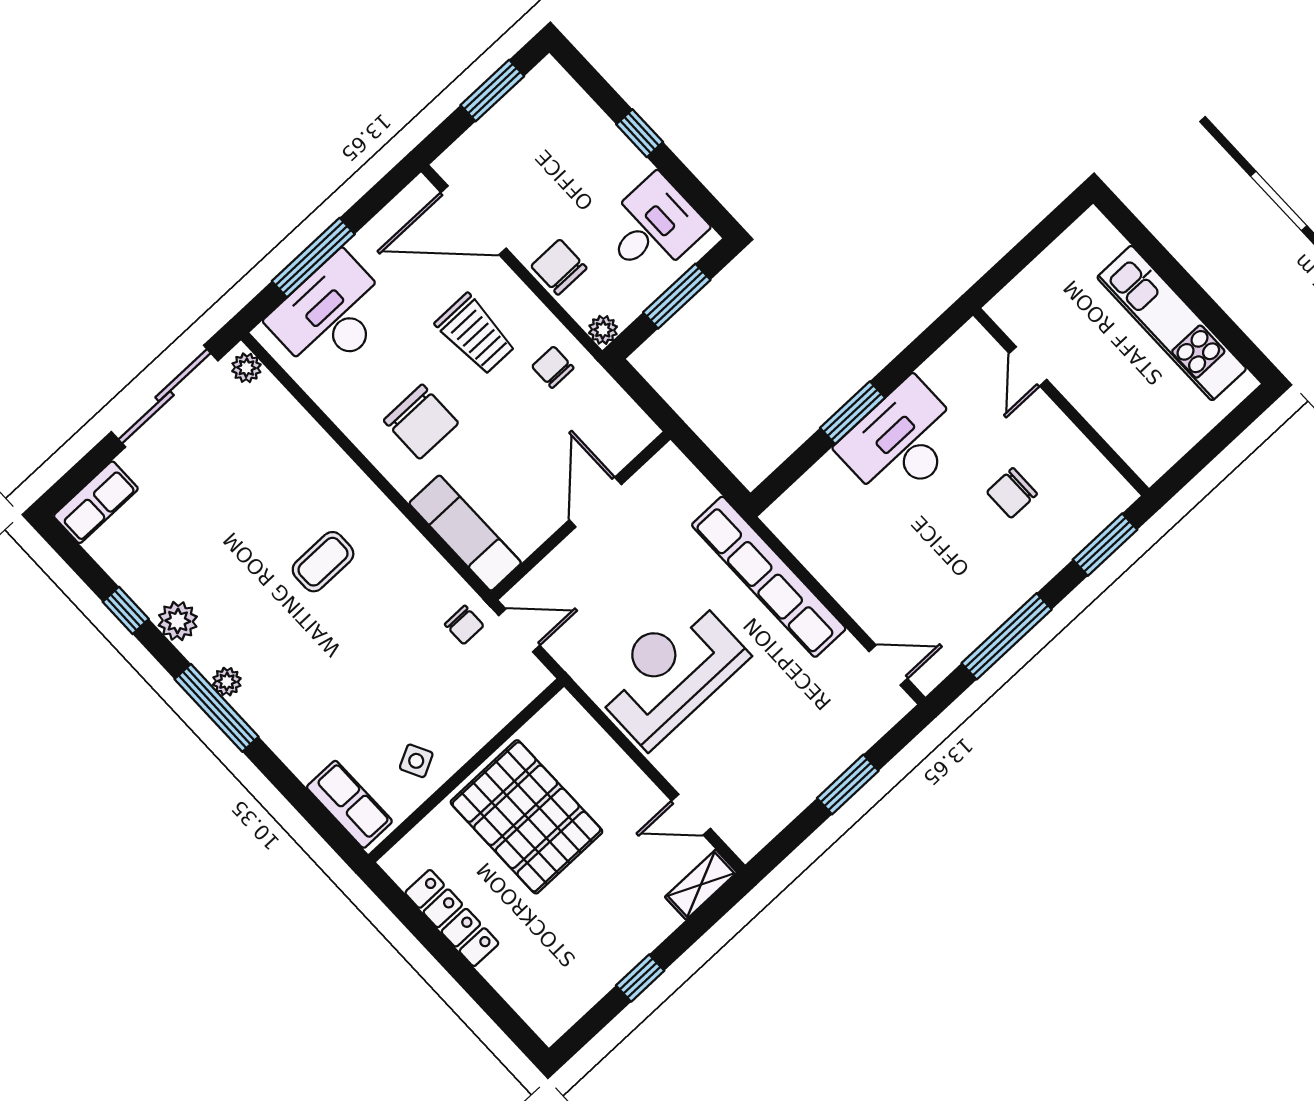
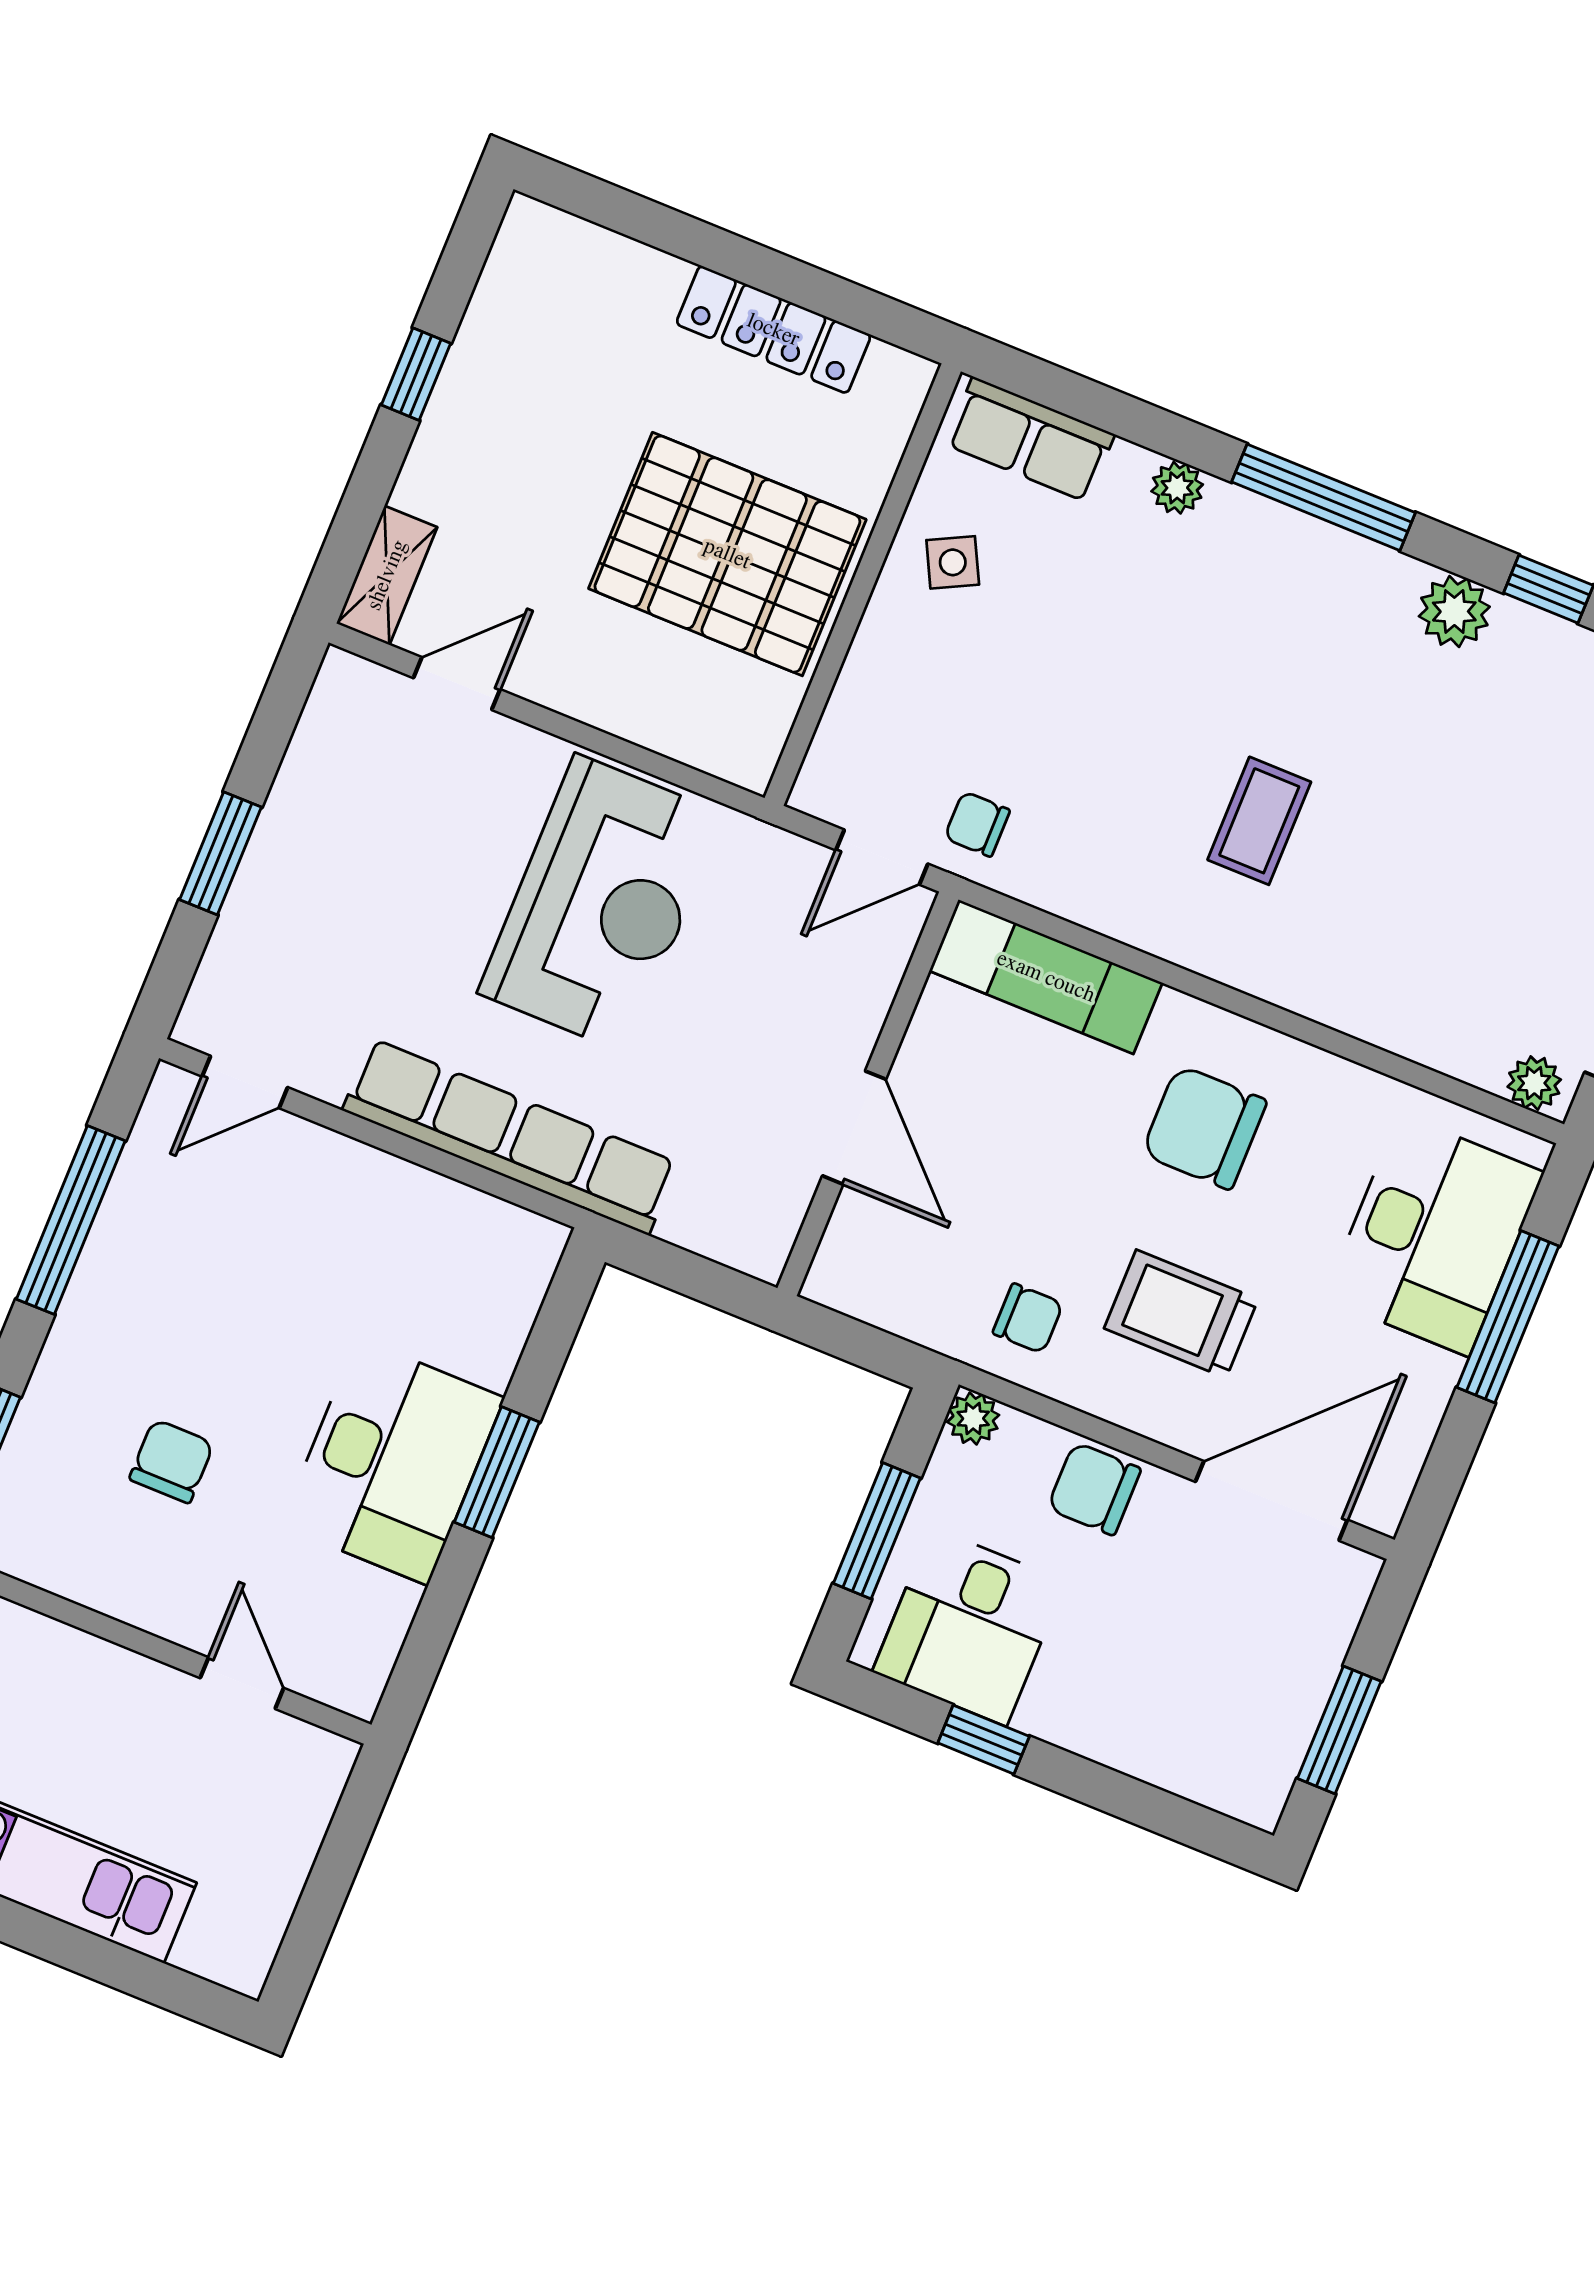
window: (640, 133) -> (984, 1740), moved
chair: (559, 267) -> (1094, 1489), turned 180
plant: (227, 682) -> (1177, 488), moved

